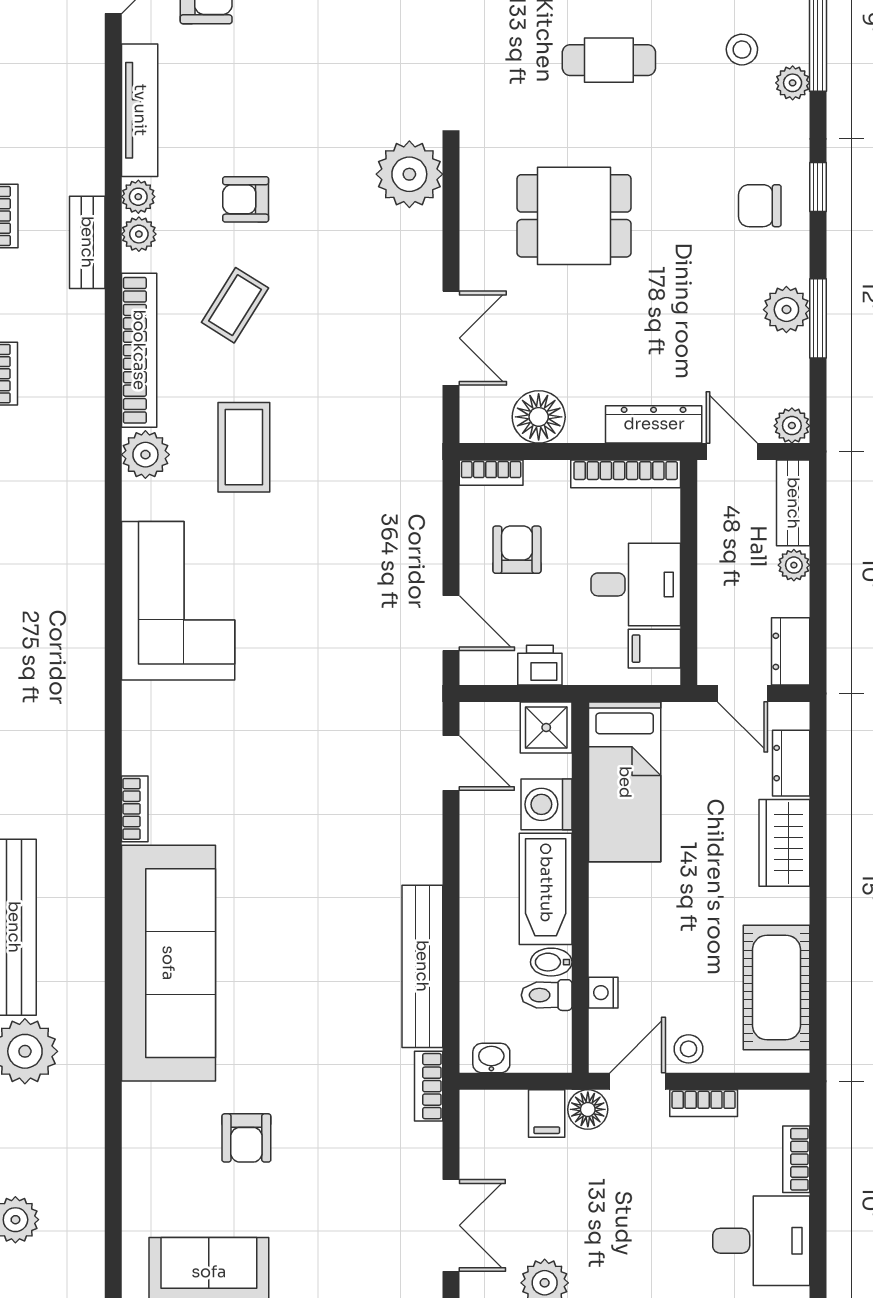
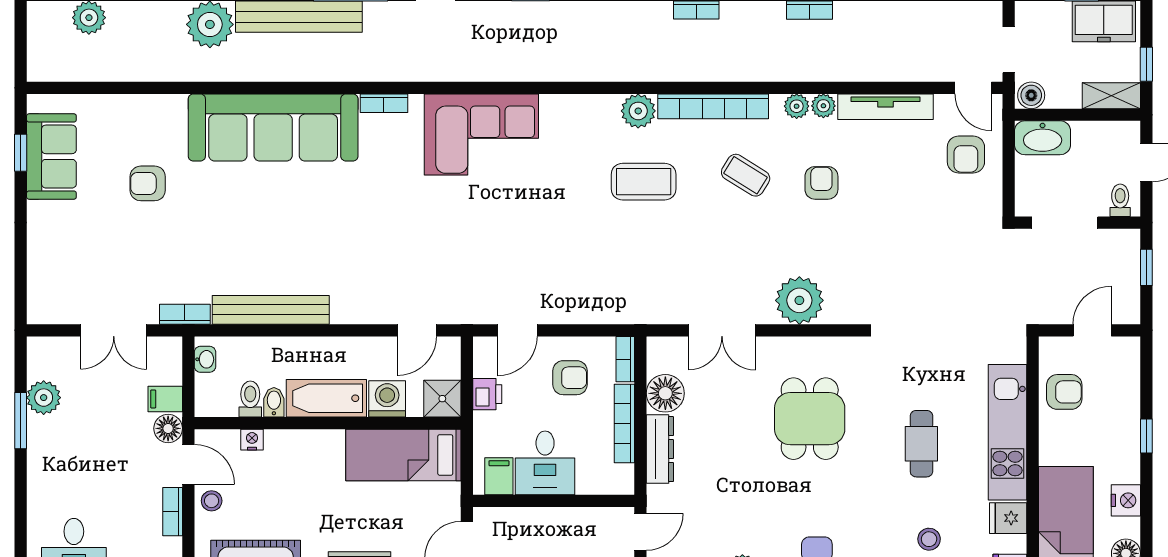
plant: (409, 174) -> (799, 300), moved
bench: (87, 242) -> (791, 69), removed
dresser: (654, 424) -> (660, 449), moved
bookcase: (626, 474) -> (624, 424), moved
corner sofa: (178, 601) -> (481, 134), moved
double door: (451, 1225) -> (114, 330), moved

